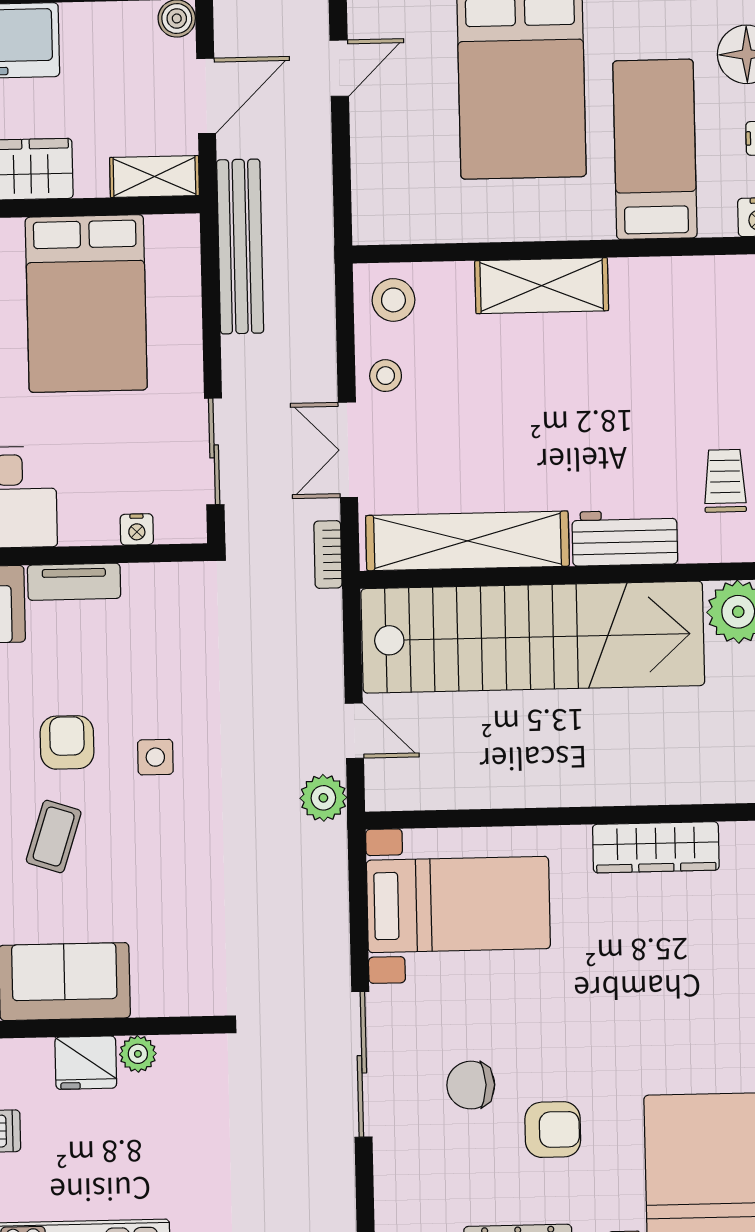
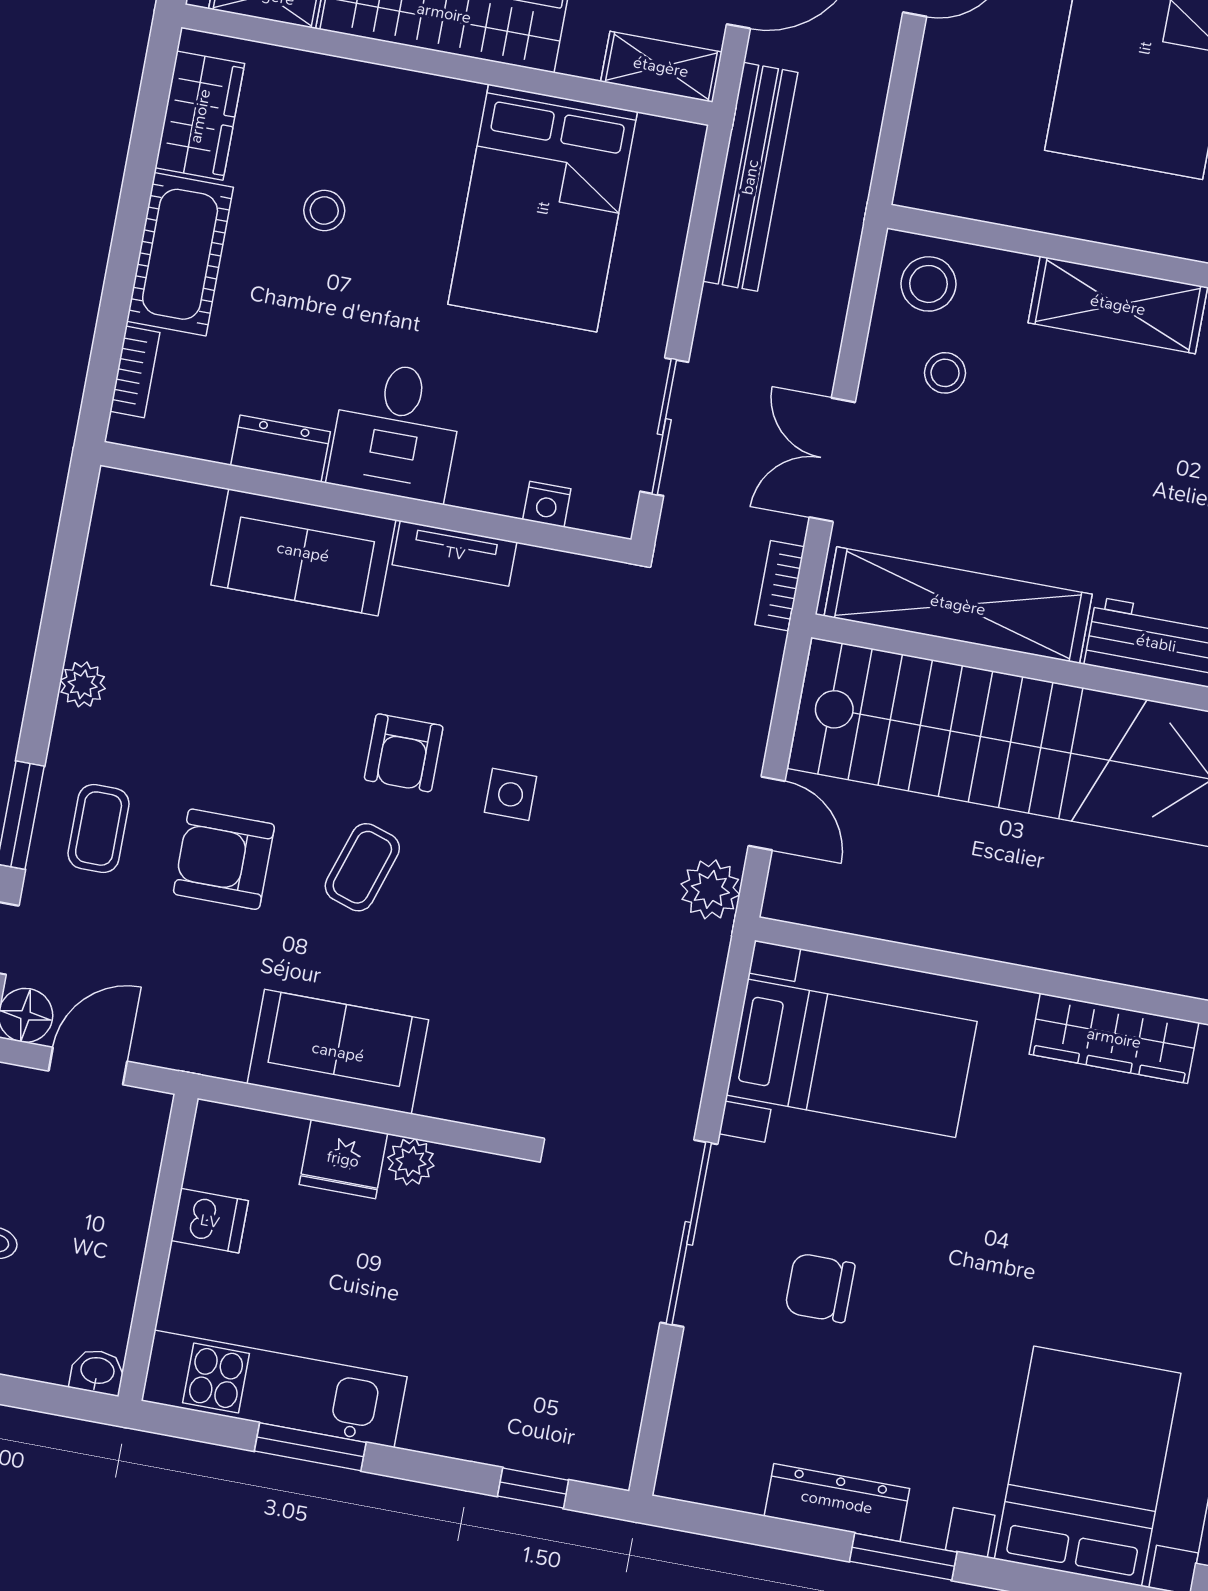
stool: (386, 376) -> (945, 373), moved
armchair: (67, 742) -> (404, 753), turned 180
armchair: (553, 1130) -> (911, 1365), removed

